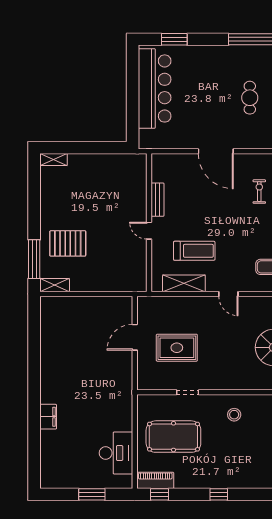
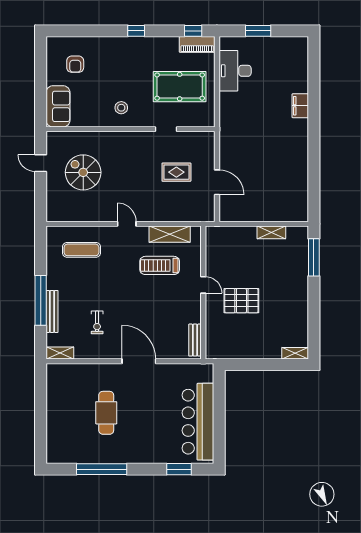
cafe table: (250, 98) -> (106, 413), width x1.37, depth x1.35
bench: (158, 200) -> (195, 340), moved
pallet: (68, 243) -> (241, 301), moved
shelving: (55, 285) -> (271, 232), moved
door: (135, 337) -> (217, 182), hinge flipped
rug: (177, 348) -> (176, 172), width x0.73, depth x0.70

